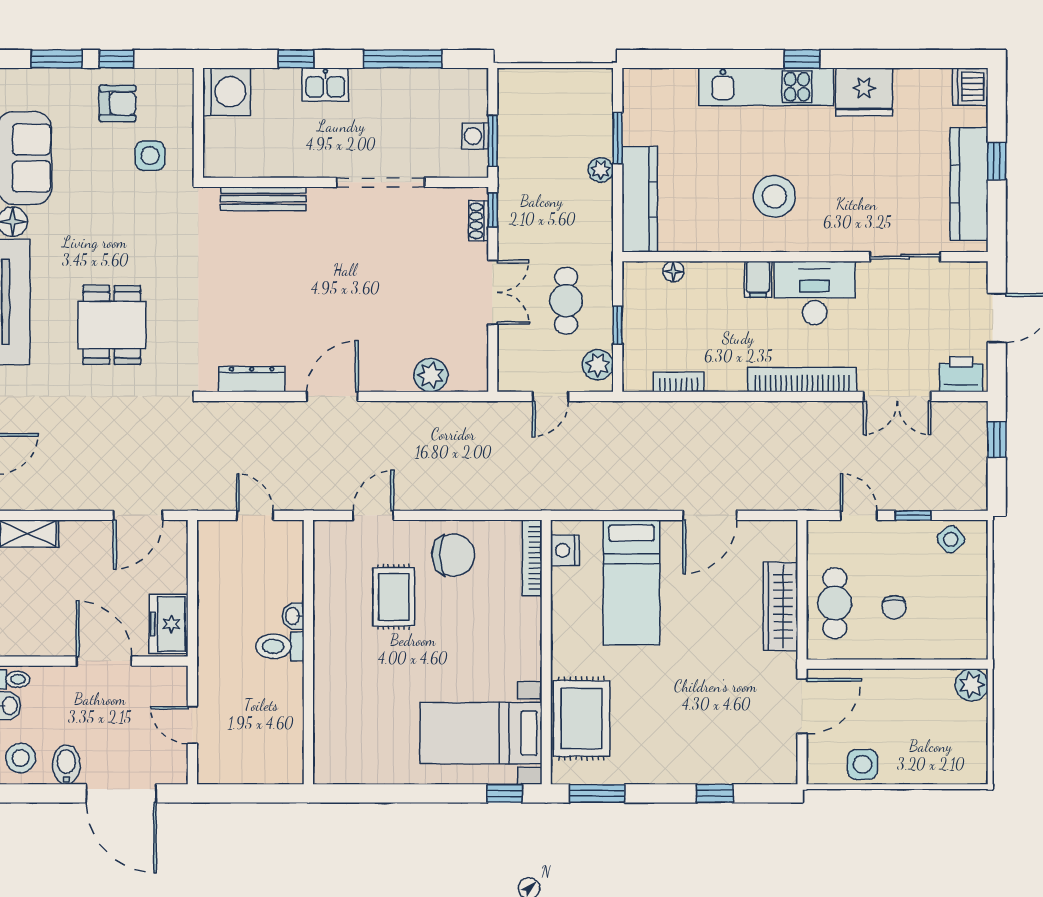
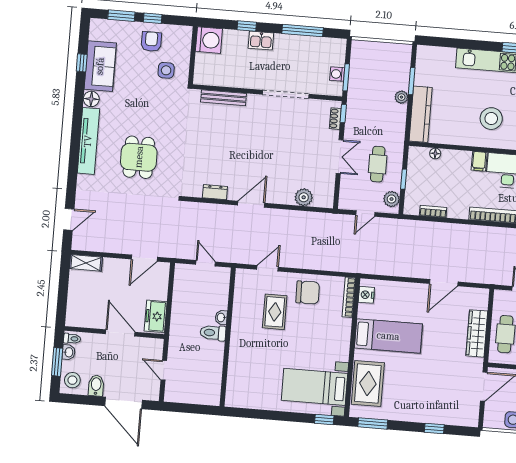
armchair: (118, 103) -> (151, 41), turned -90
dresser: (252, 379) -> (215, 192), width x0.70
bed: (631, 582) -> (388, 336), moved, turned -90

